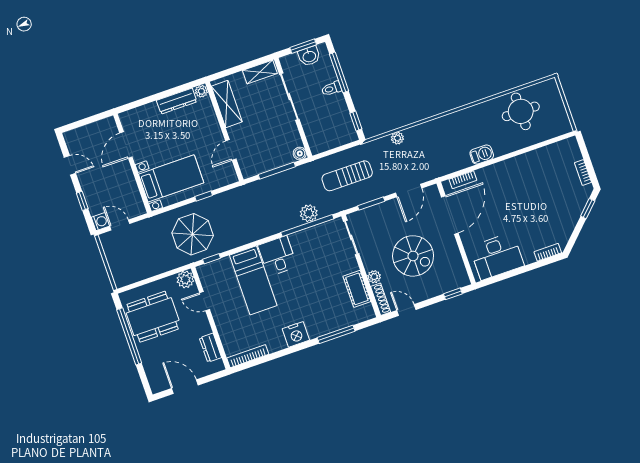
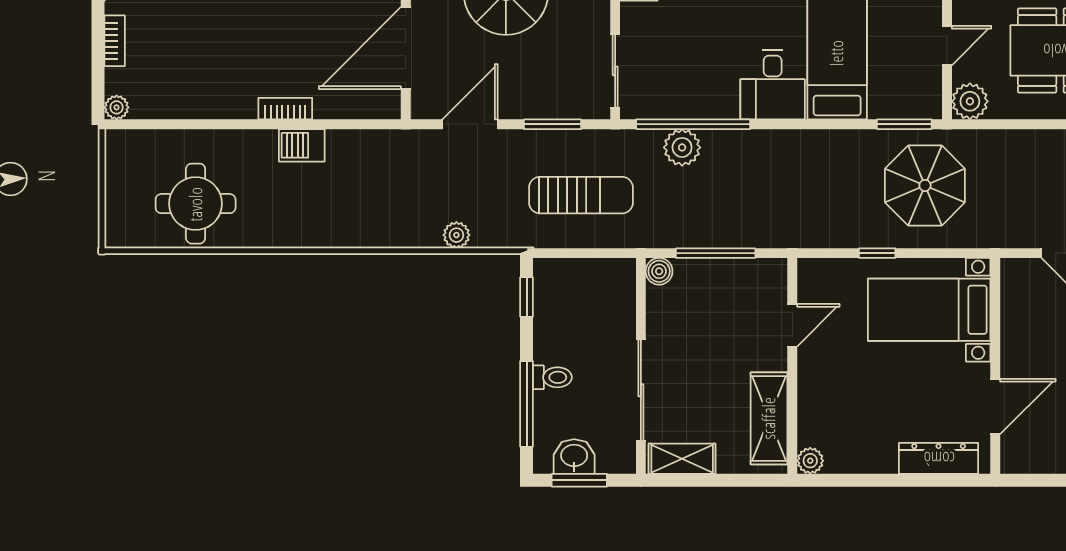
dresser: (177, 101) -> (939, 458), moved
plant: (572, 143) -> (117, 107), added
bookcase: (463, 180) -> (285, 109), moved
window: (212, 259) -> (904, 124), width x1.50
door: (205, 301) -> (947, 46), hinge flipped

